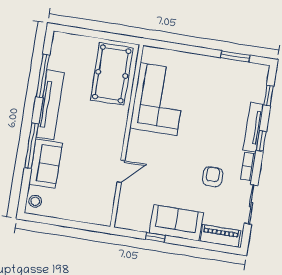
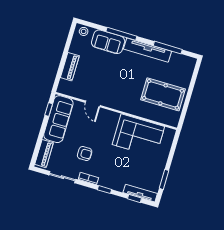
corner sofa: (158, 99) -> (138, 136), moved
tv unit: (253, 127) -> (140, 193), moved
wall: (127, 136) -> (116, 111), moved
door: (121, 171) -> (93, 104), moved
piano: (89, 215) -> (70, 67), added
sofa: (176, 223) -> (58, 119), width x1.36

